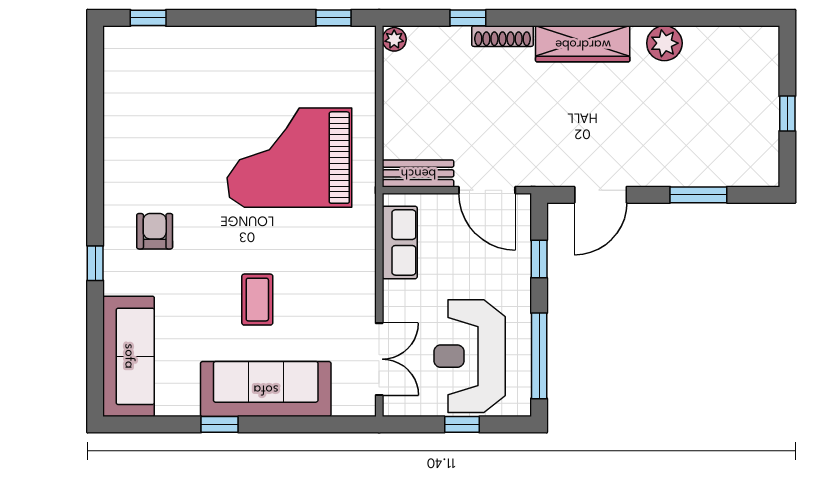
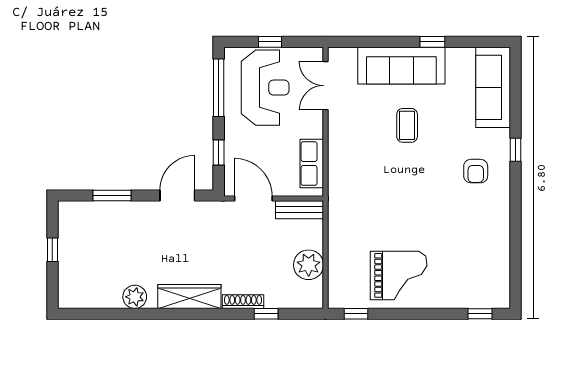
plant: (394, 39) -> (309, 265), moved, width x1.88, depth x1.88
grand piano: (289, 158) -> (399, 275), moved, width x0.73, depth x0.68

